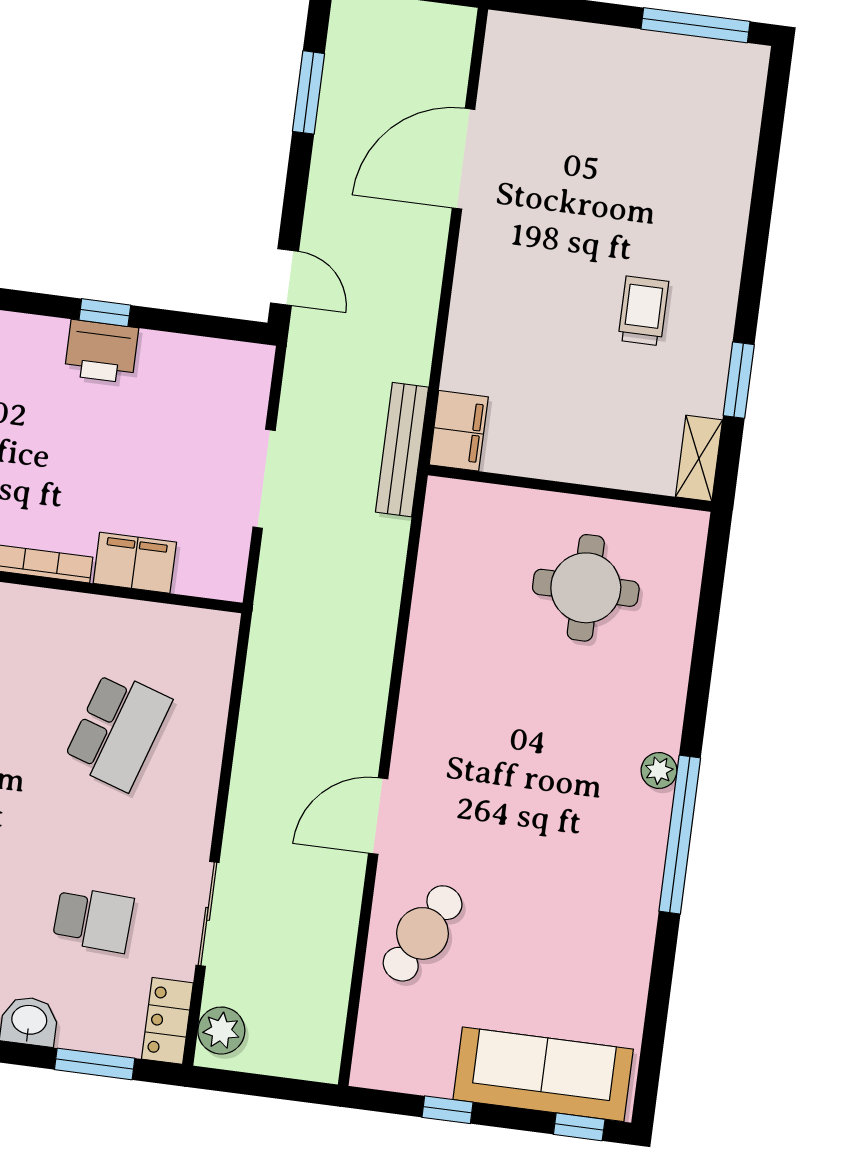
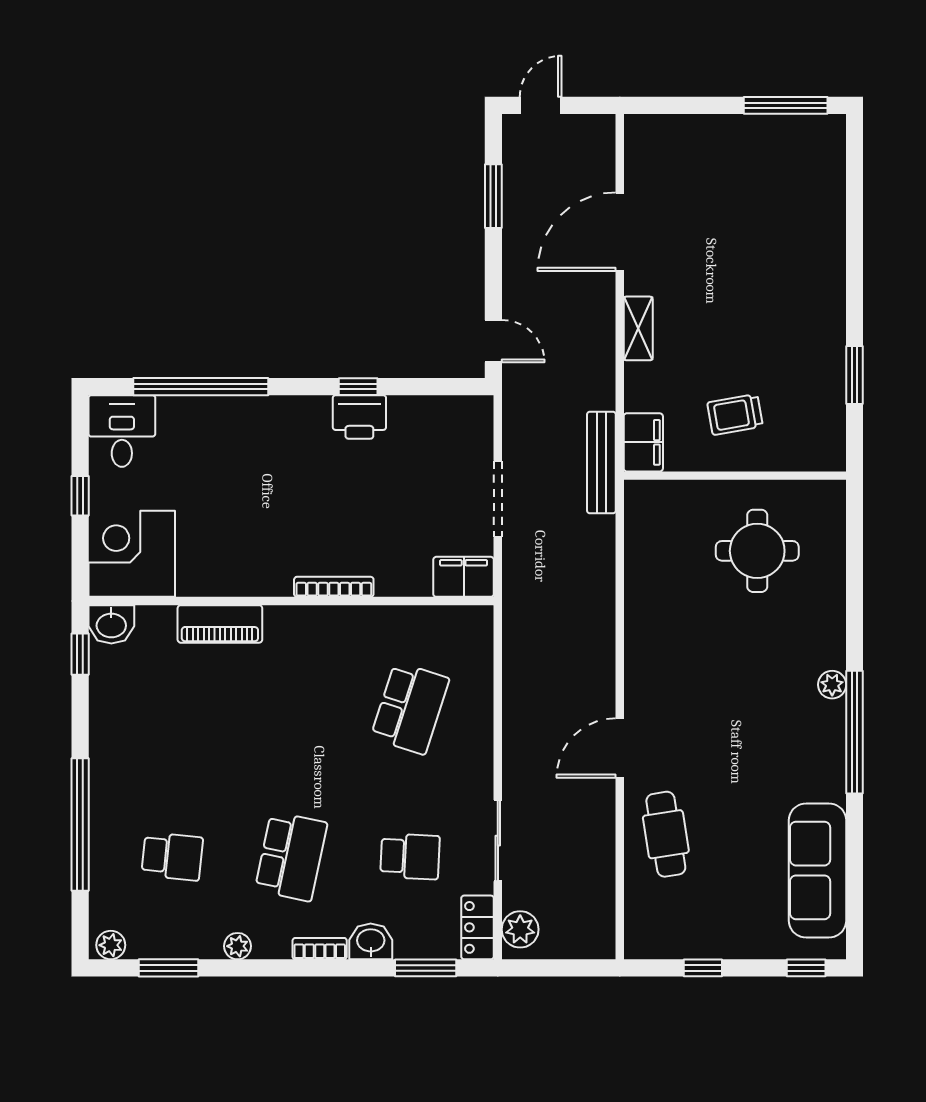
trolley: (643, 311) -> (735, 414), moved, turned -100
shelving: (699, 458) -> (638, 328), moved
filing cabinet: (135, 563) -> (464, 577), moved
cafe table: (423, 933) -> (666, 834), turned -37
sofa: (543, 1074) -> (818, 870), moved, turned -90

